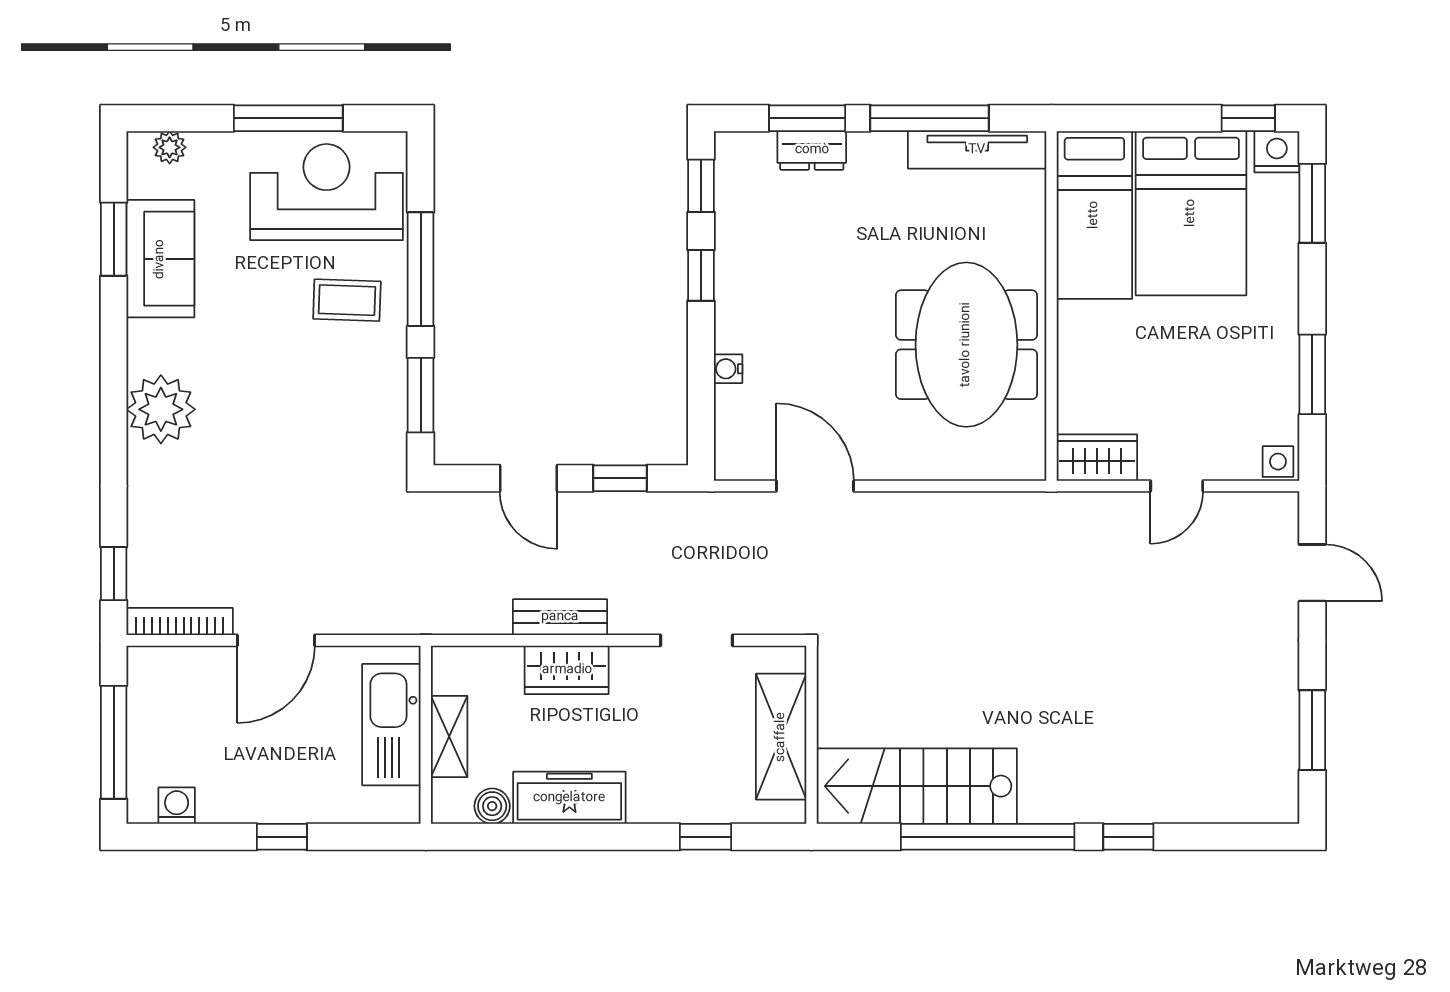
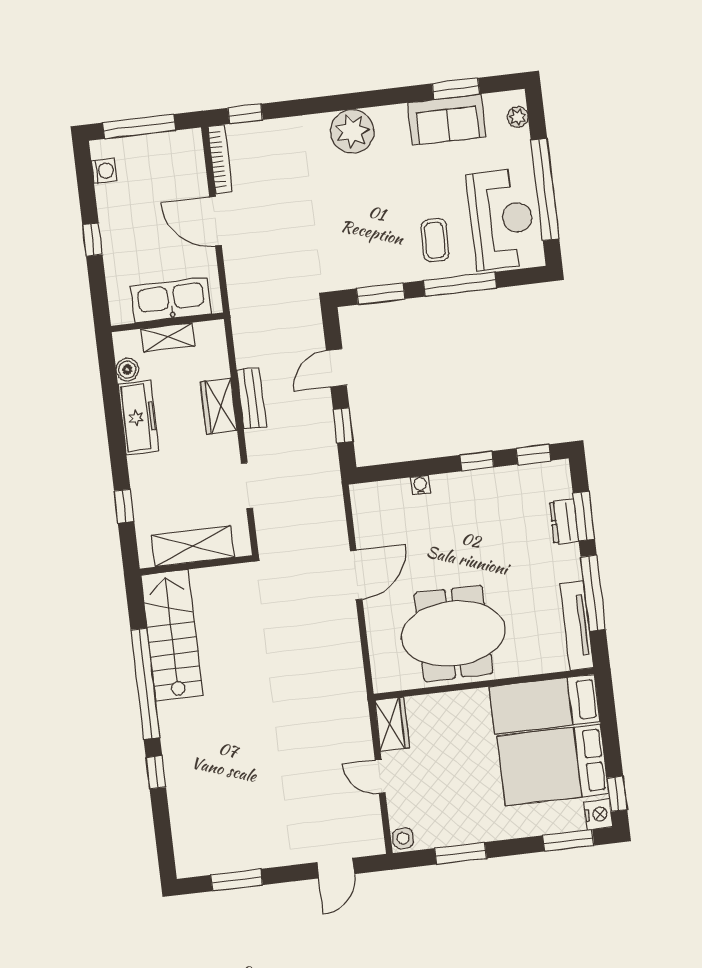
window: (288, 118) -> (545, 190), width x1.46
door: (815, 486) -> (356, 575), moved

